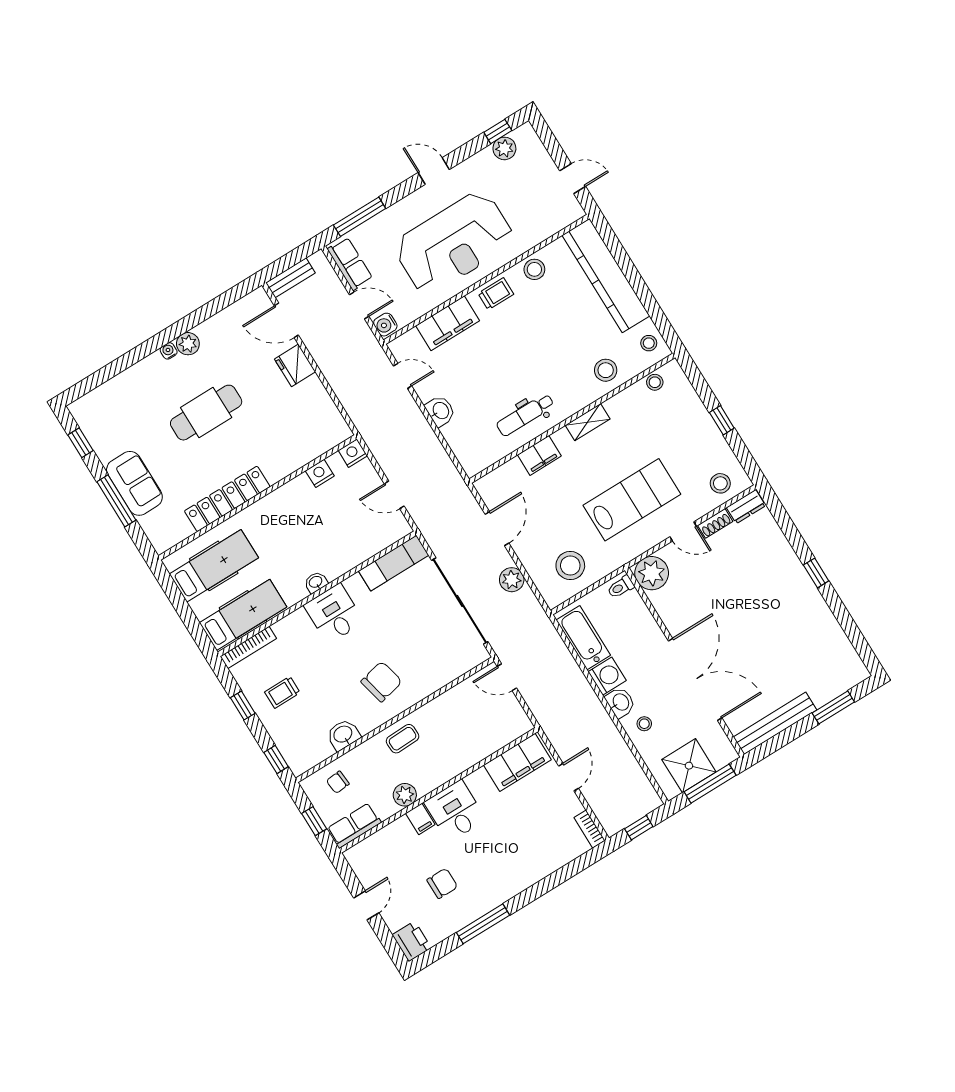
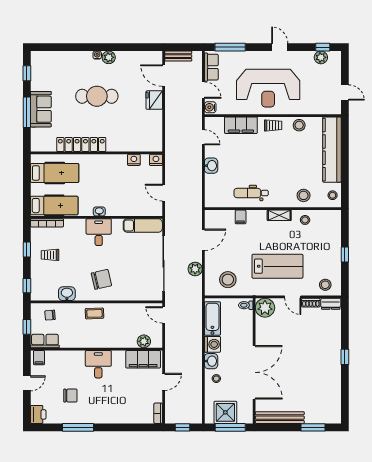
stool: (655, 382) -> (305, 220), moved
filing cabinet: (539, 455) -> (241, 217), width x0.50
plant: (405, 795) -> (144, 341), moved
filing cabinet: (420, 819) -> (39, 358), moved

